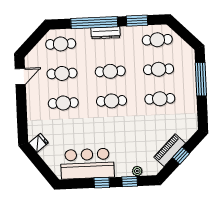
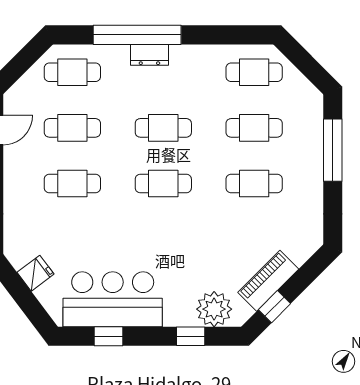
window: (137, 21) -> (218, 35), removed
dresser: (106, 33) -> (149, 55), width x0.70
fridge: (39, 143) -> (36, 273), moved
window: (181, 156) -> (274, 307), moved
plant: (137, 171) -> (214, 309), width x1.87, depth x1.87
window: (102, 183) -> (108, 336), moved

